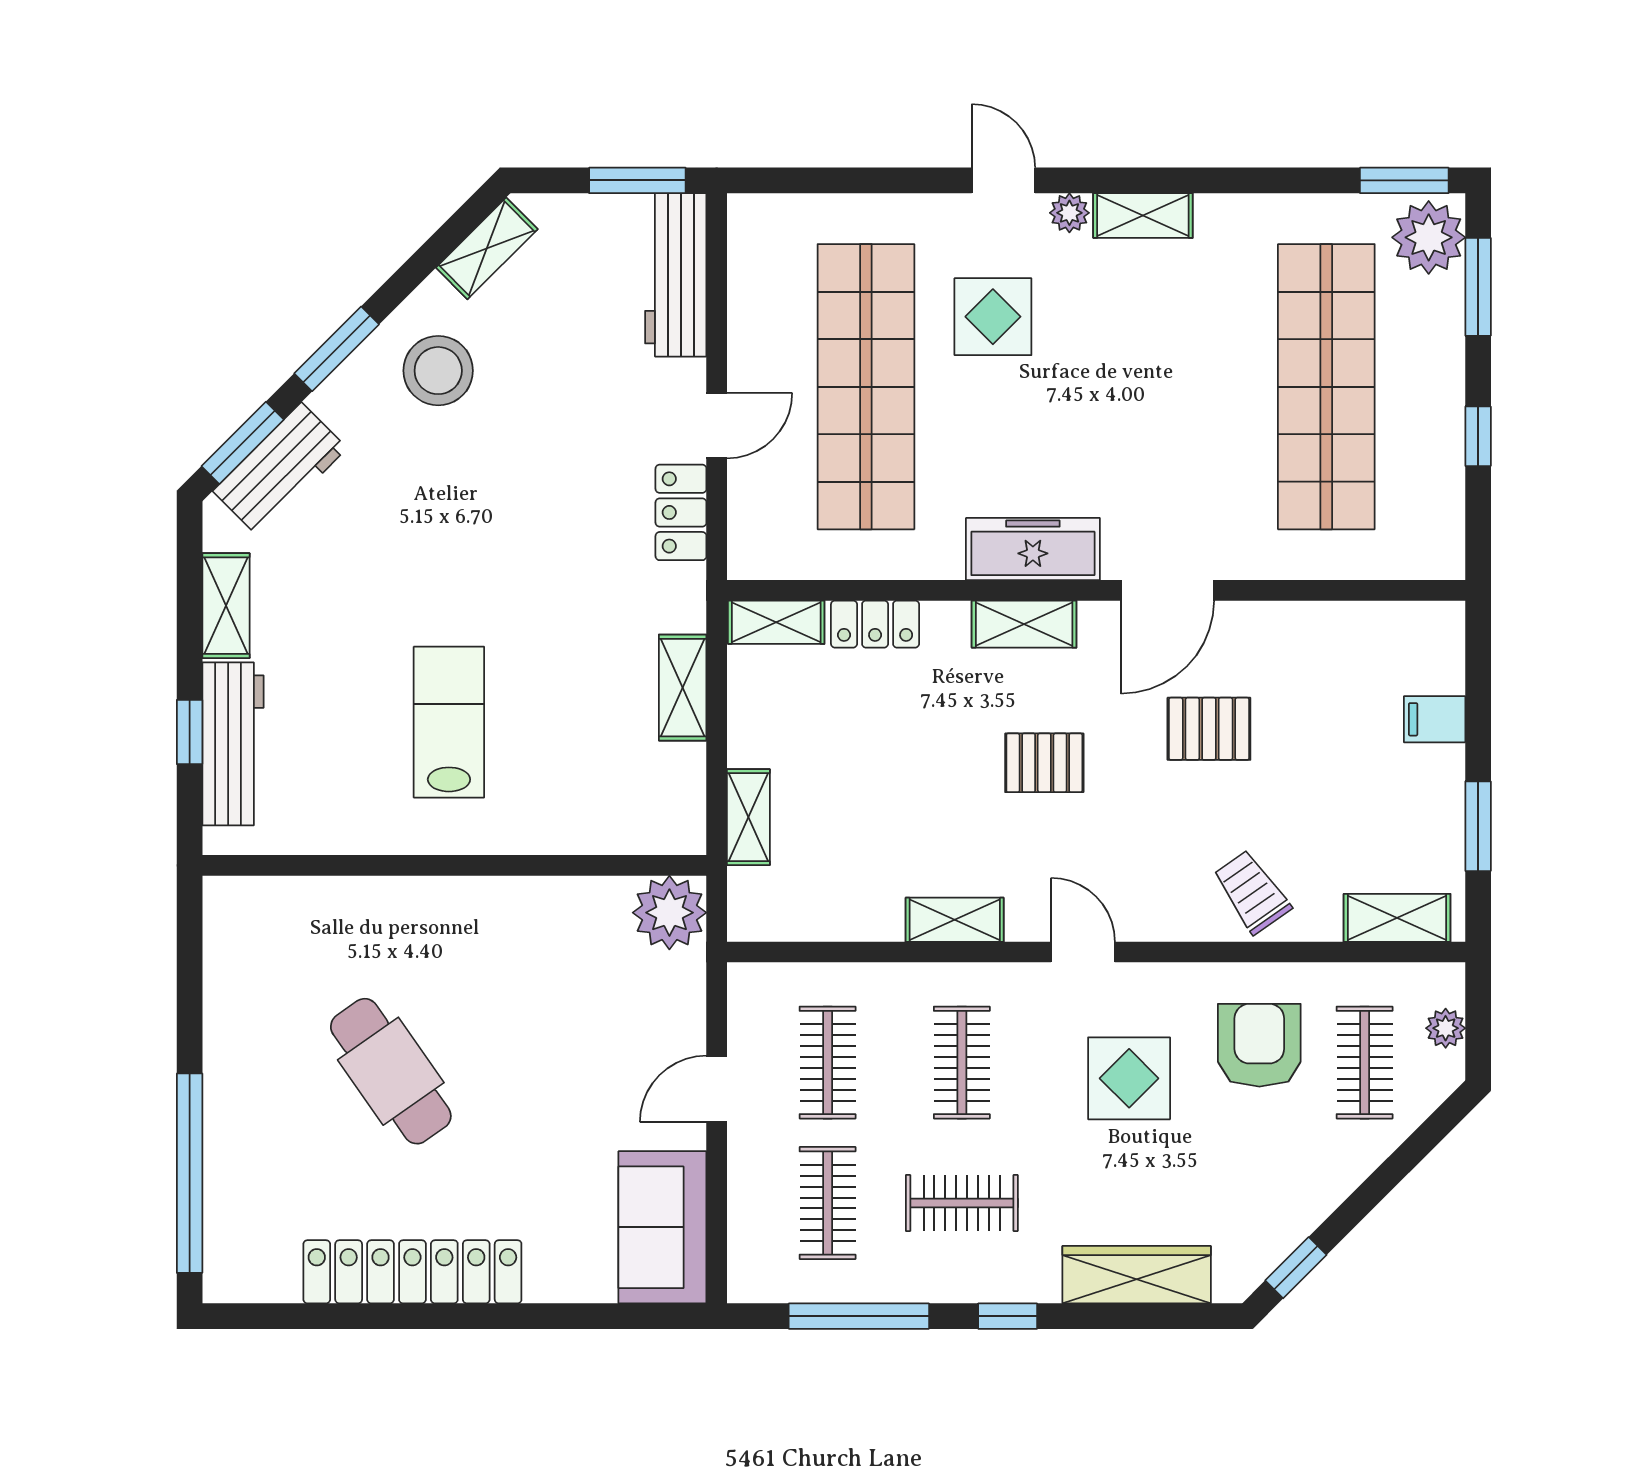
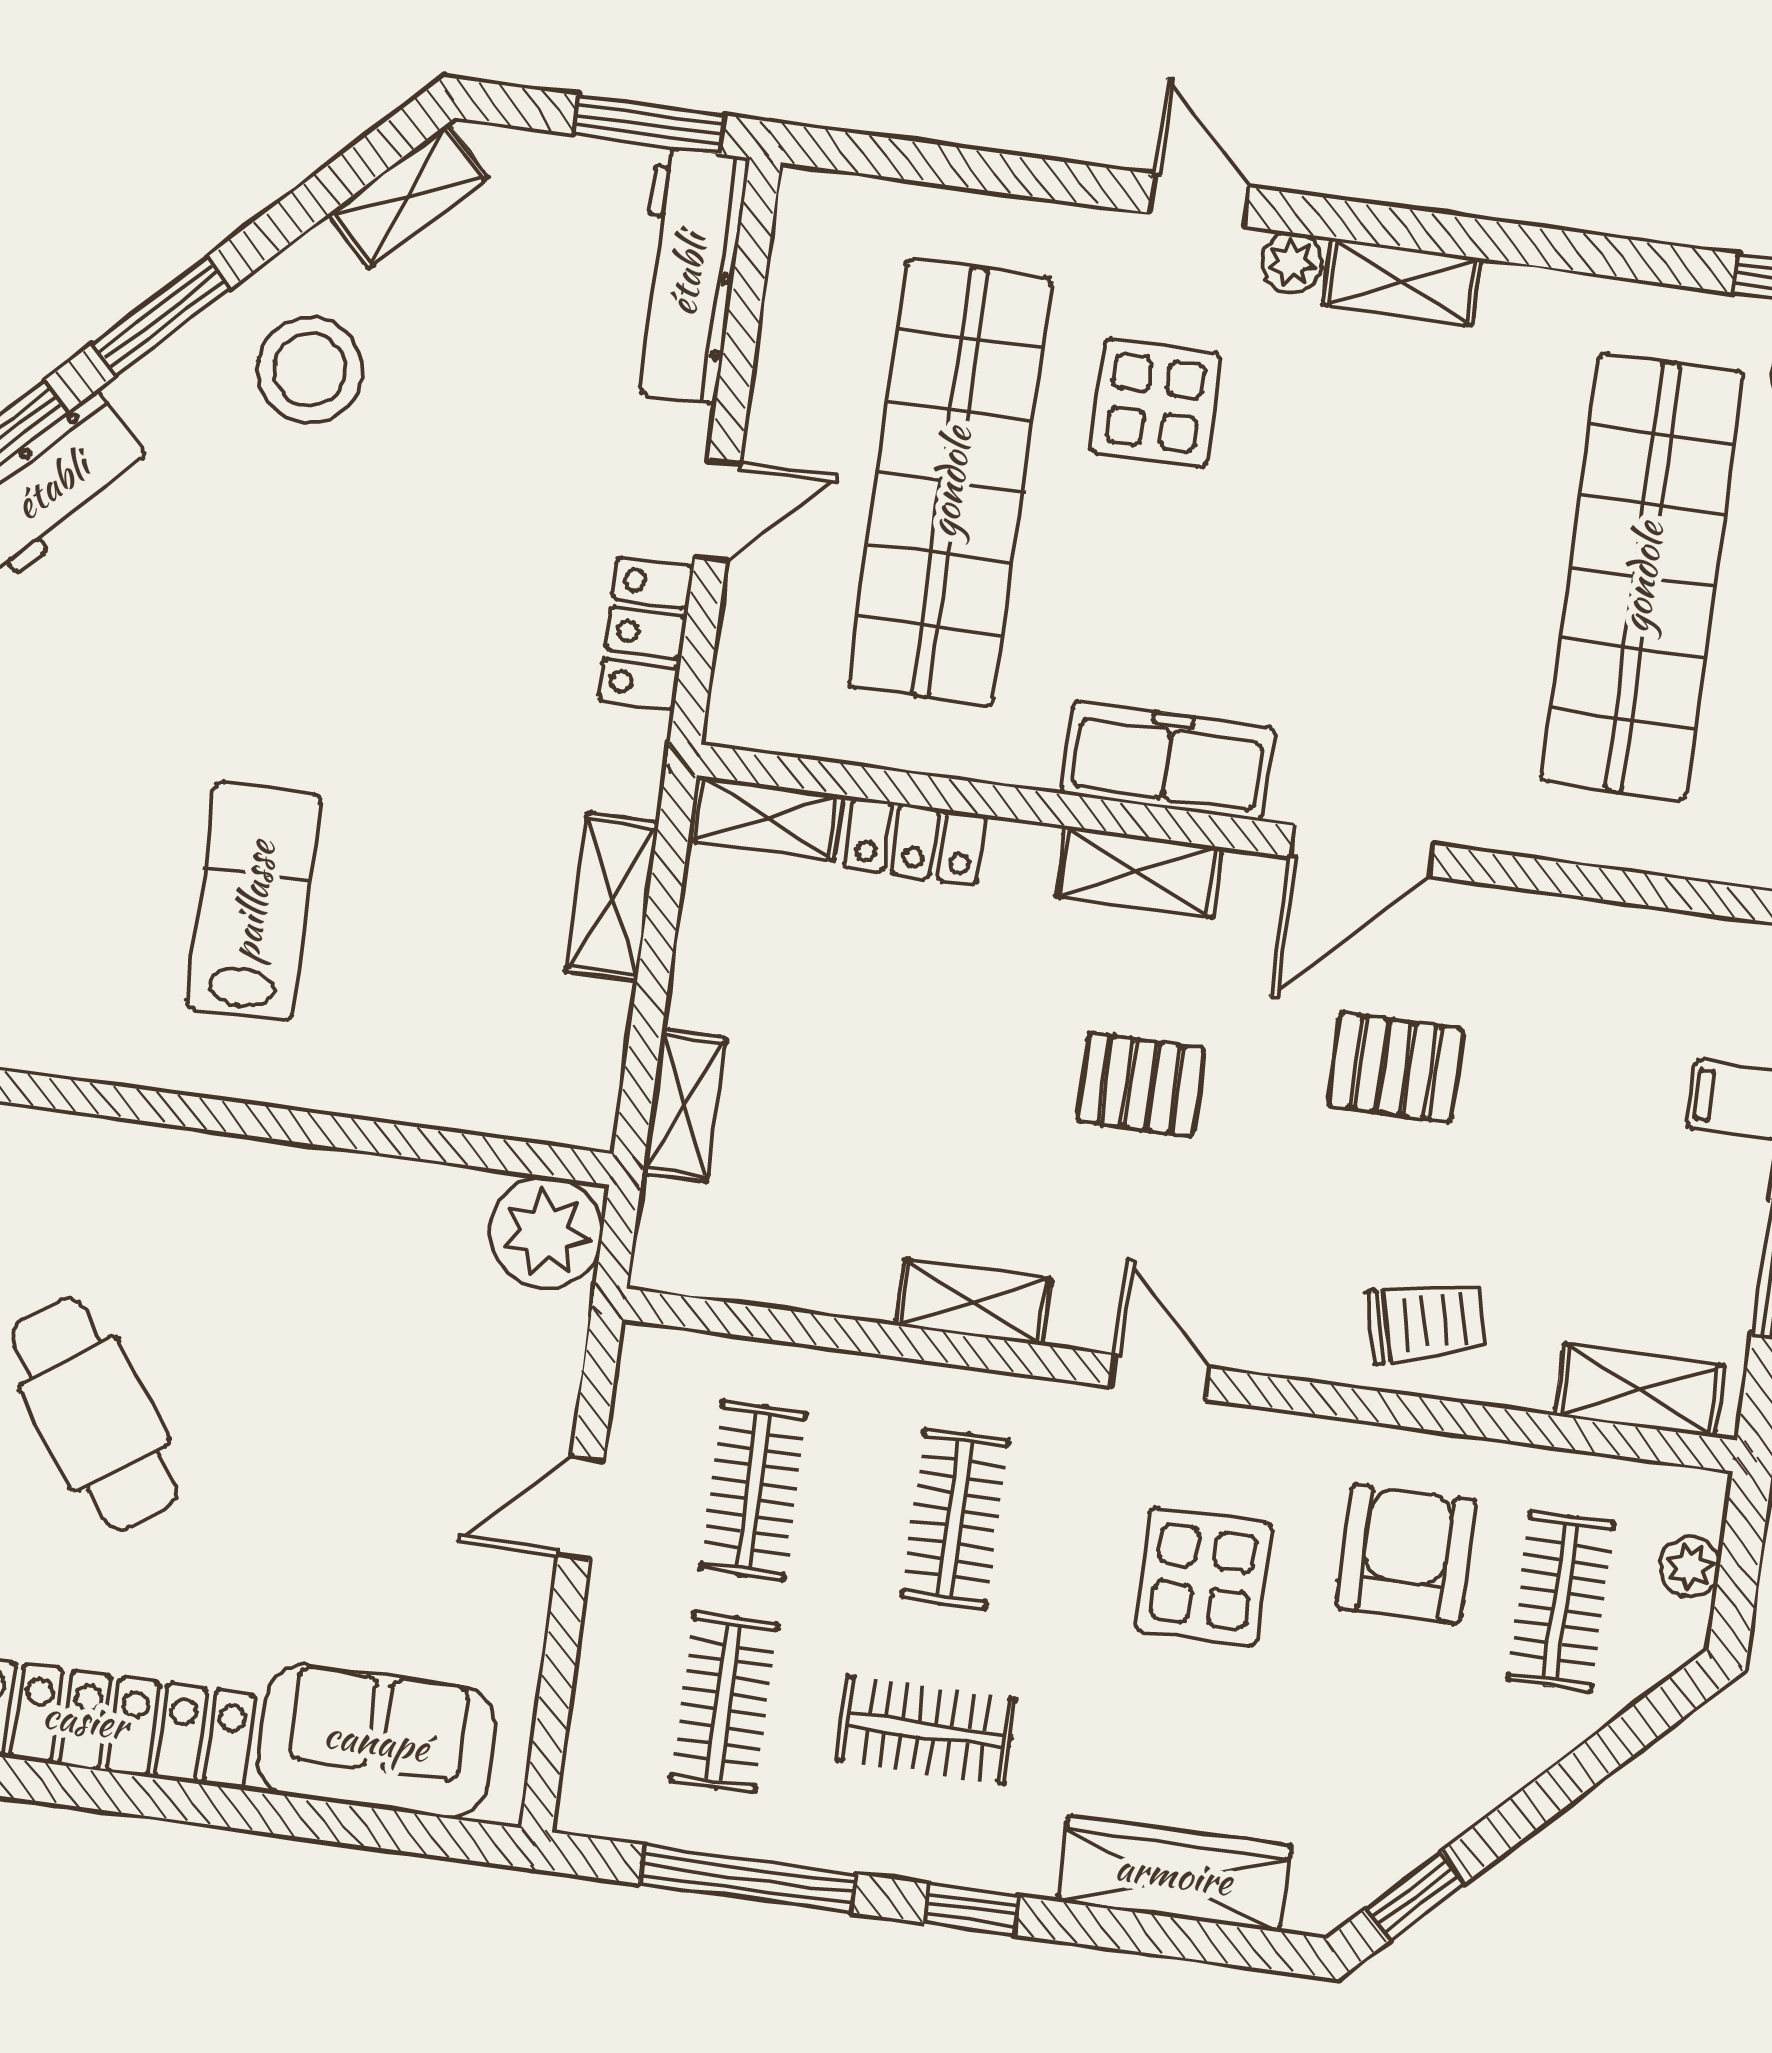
trolley: (1252, 892) -> (1427, 1322), turned 111
sofa: (662, 1227) -> (376, 1741), moved, turned 90

